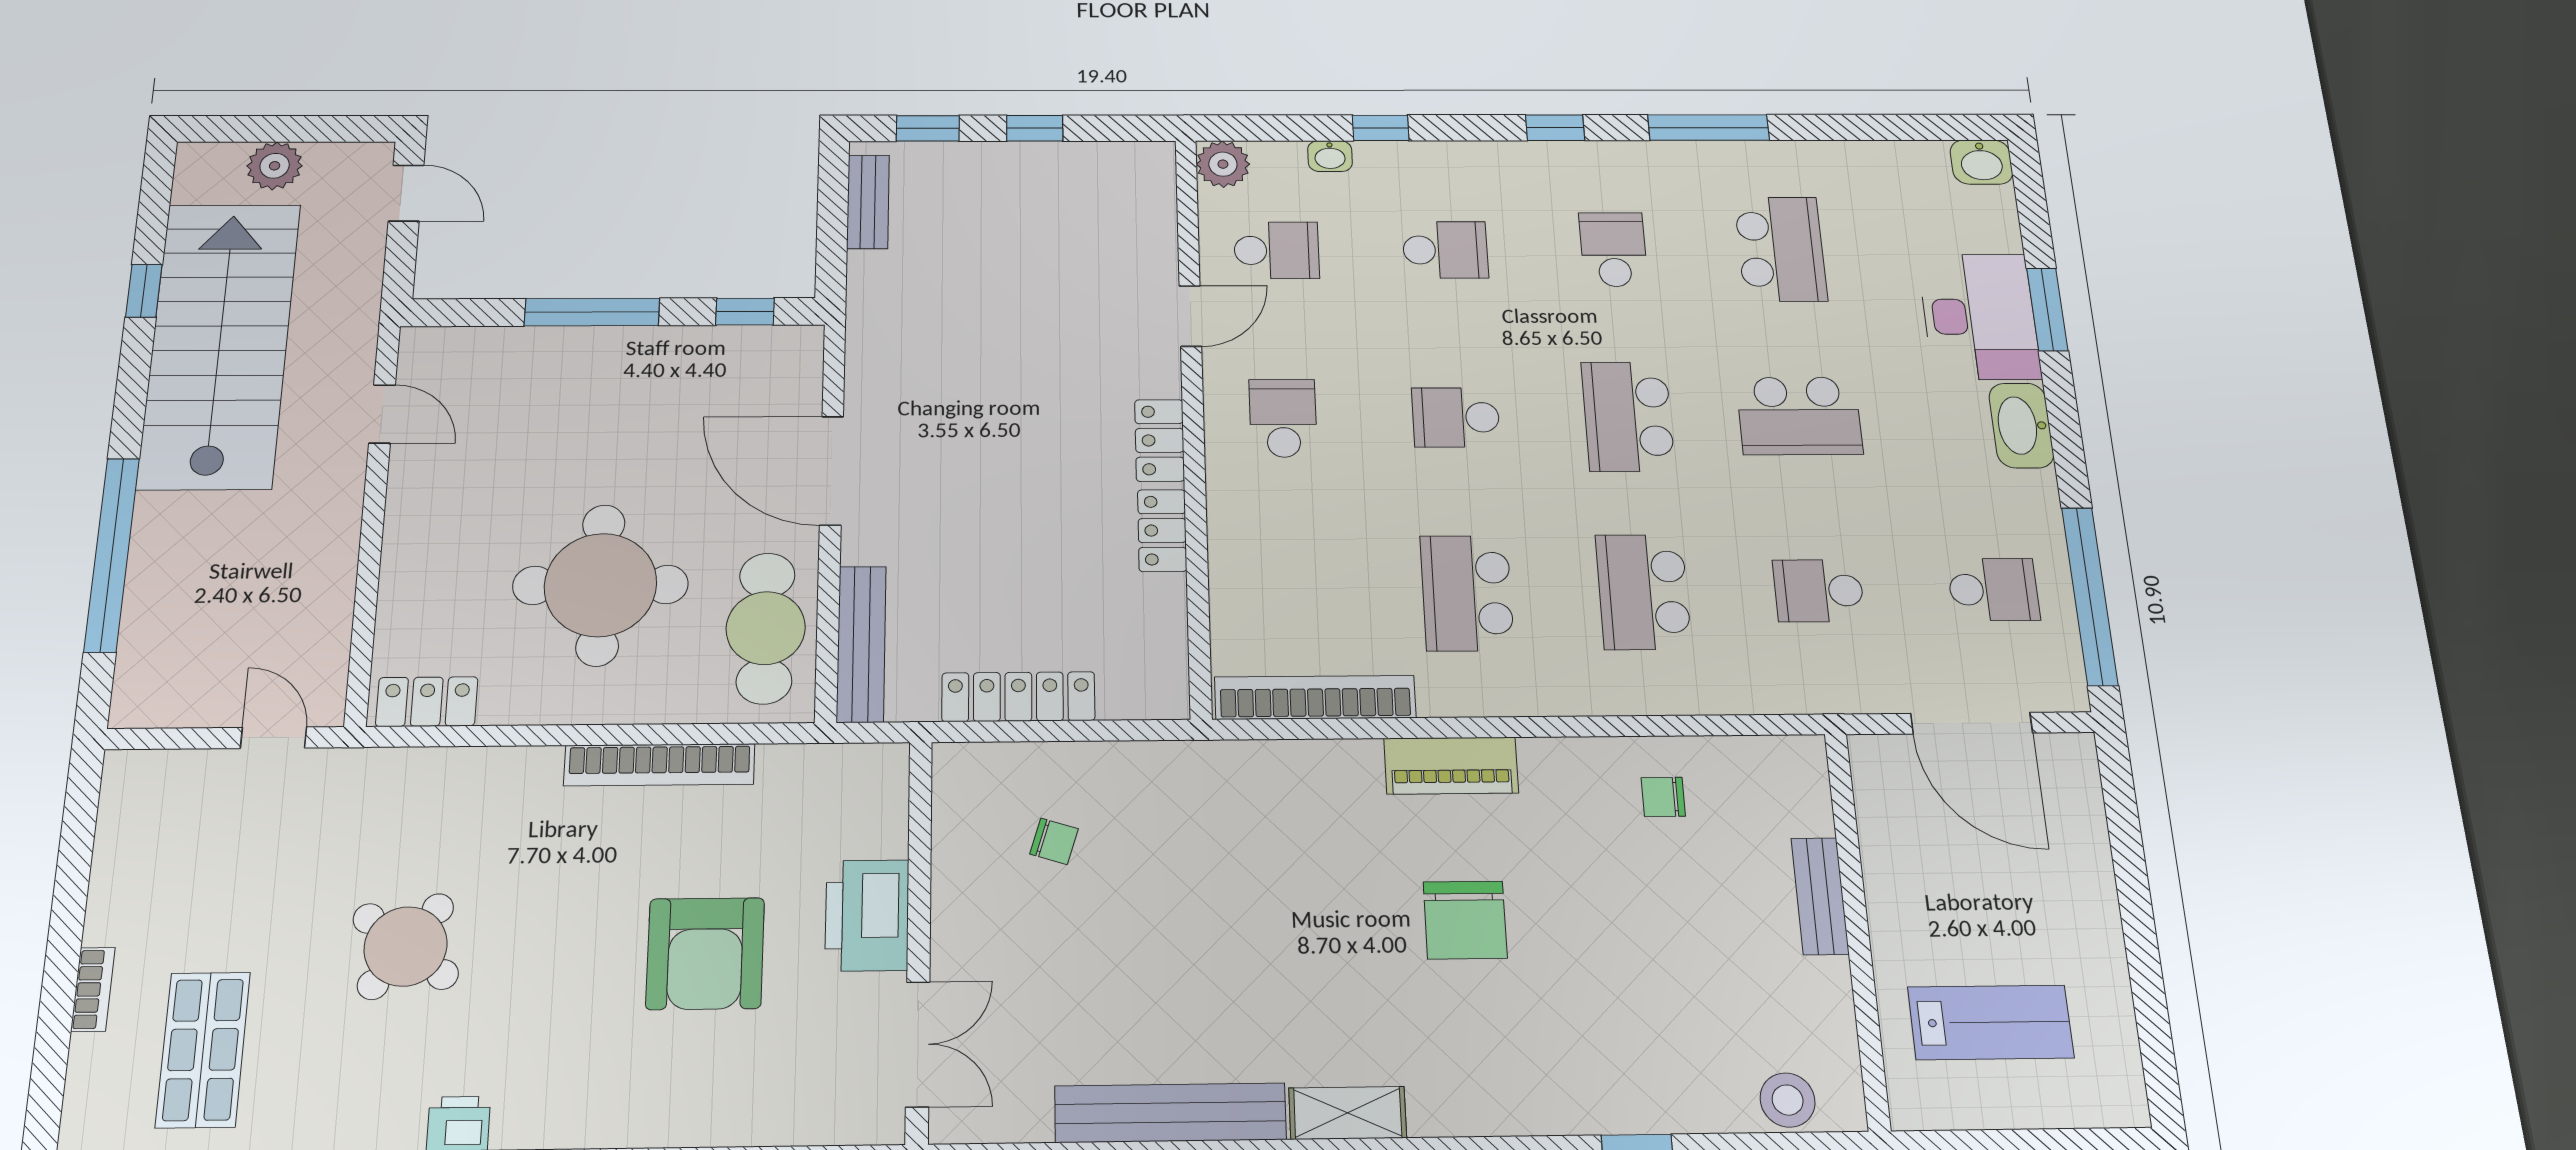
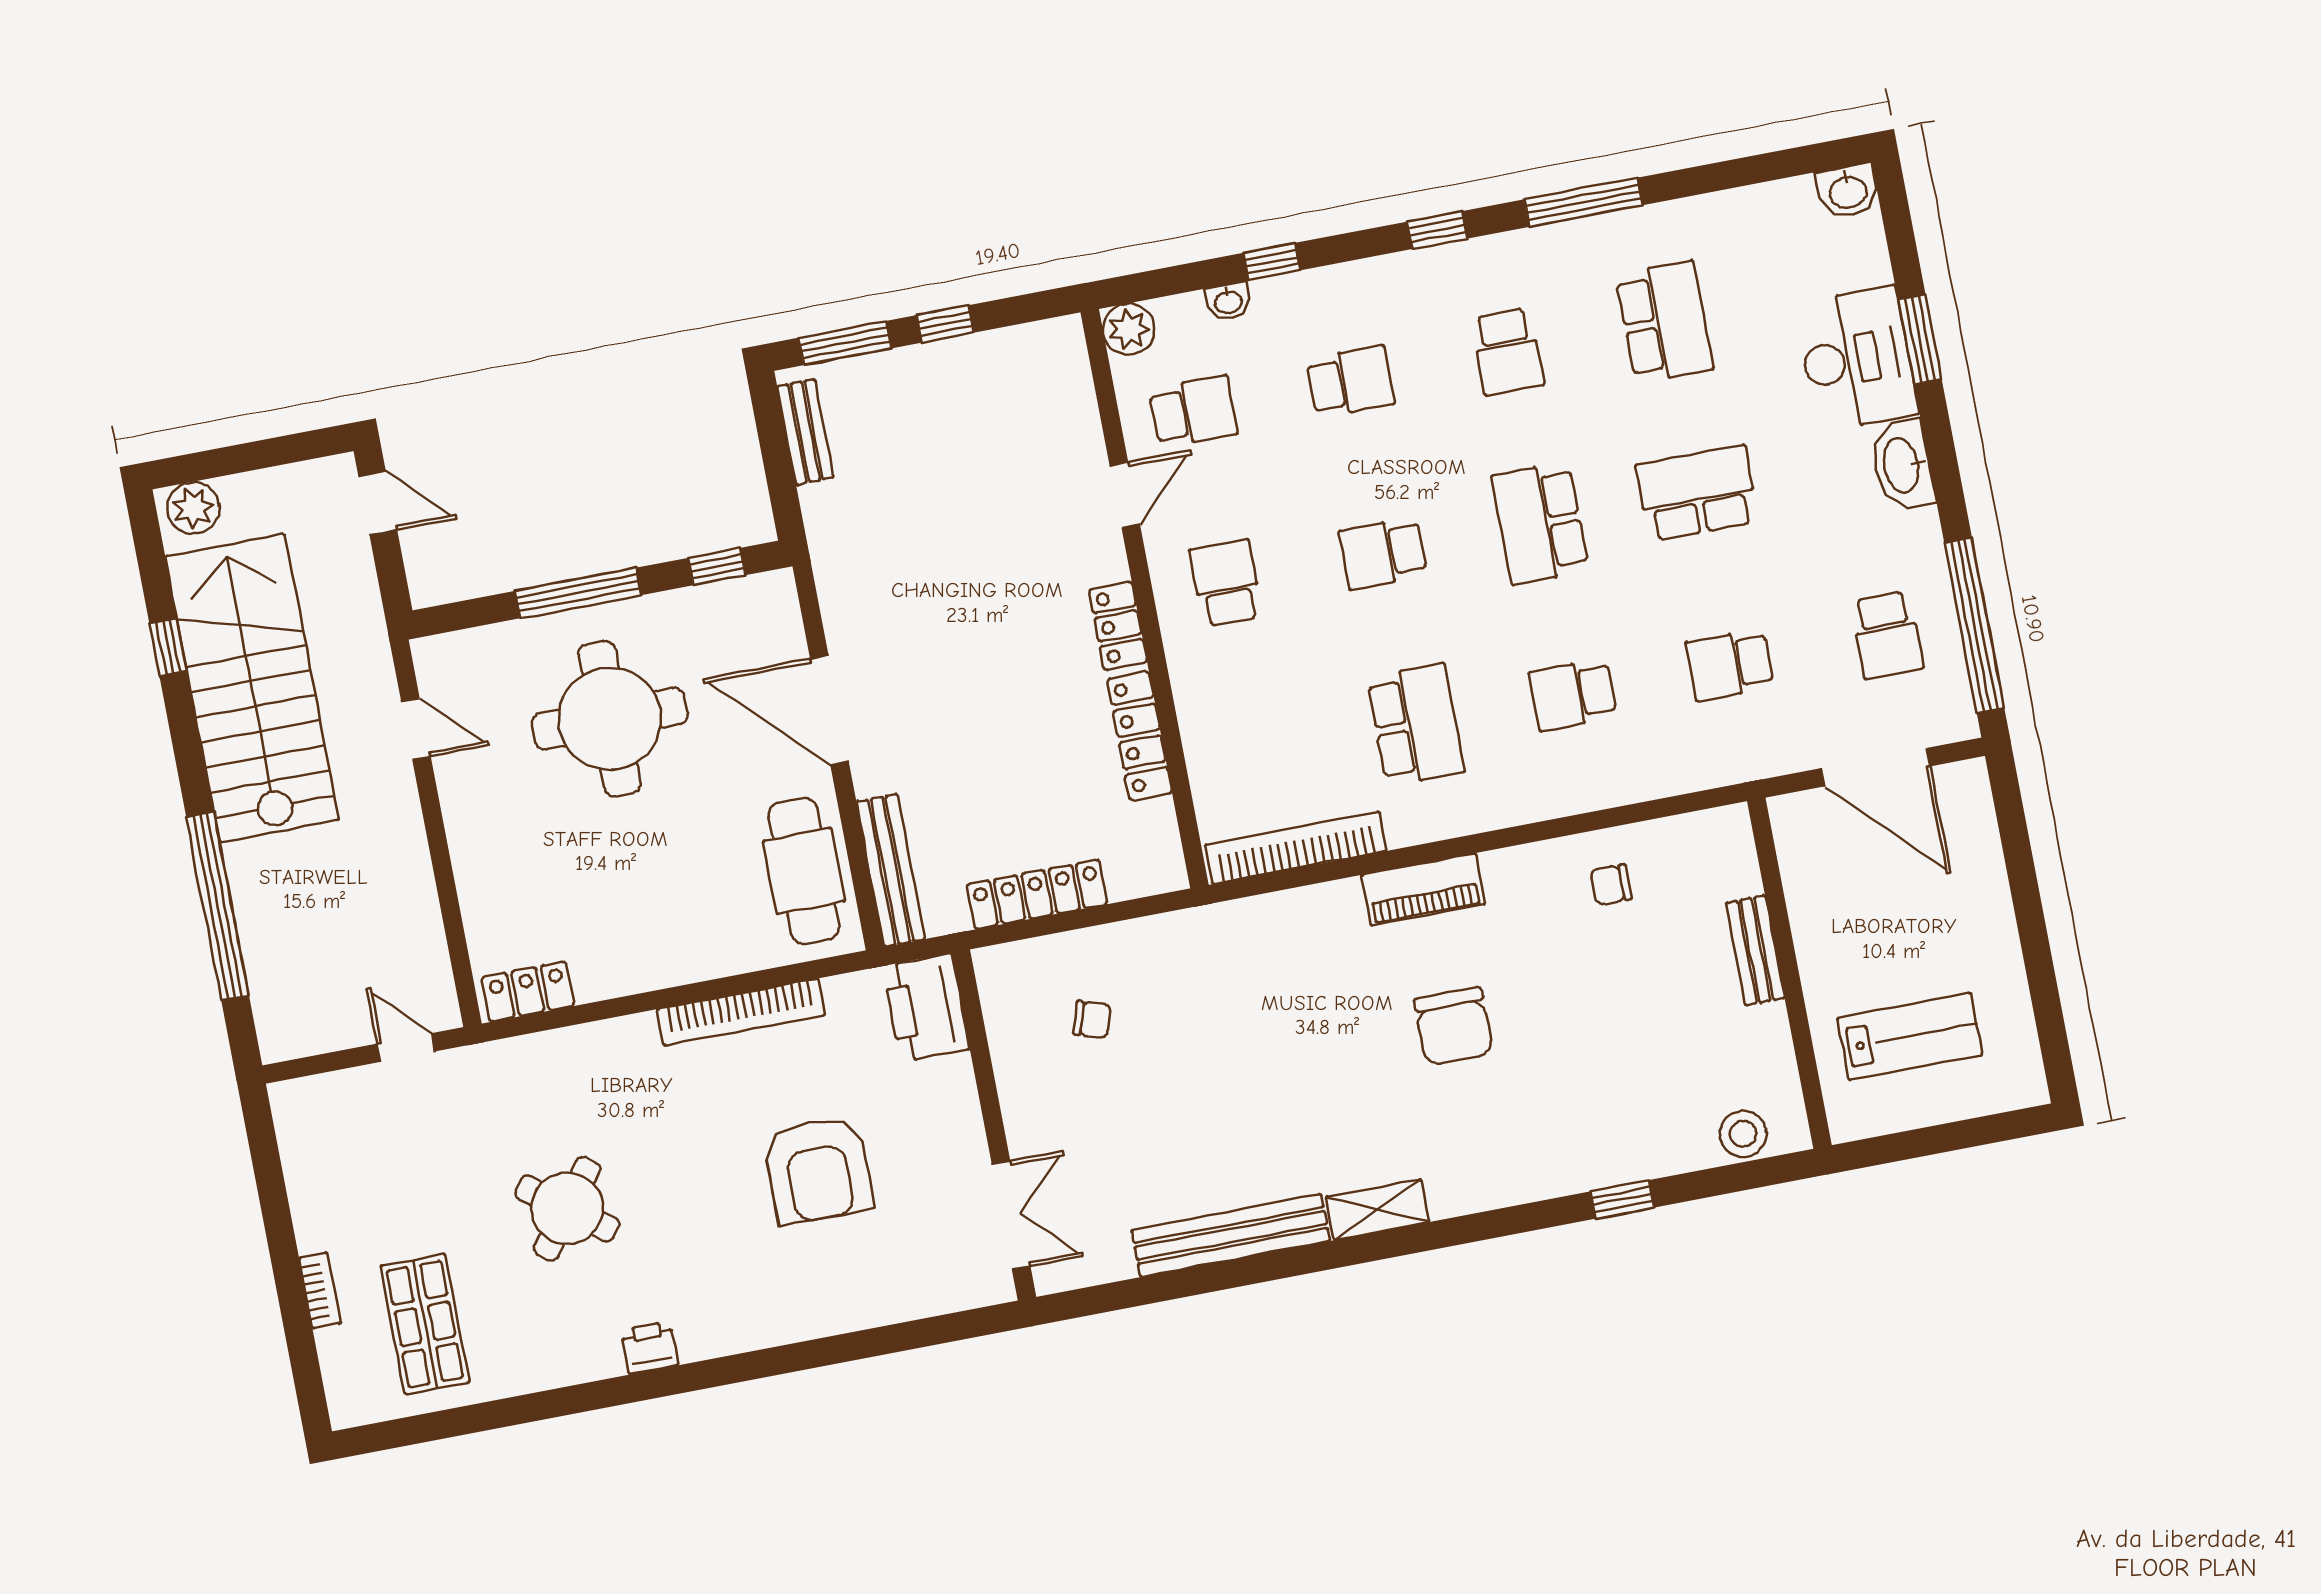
window: (928, 128) -> (845, 343), width x1.50
plant: (275, 166) -> (193, 508), moved
school desk: (1613, 249) -> (1507, 352), turned 180
school desk: (1799, 416) -> (1697, 493), turned 180
locker: (1162, 531) -> (1139, 736), width x1.53
round table: (600, 585) -> (610, 719), moved
school desk: (1993, 589) -> (1887, 635), turned 90
school desk: (1643, 592) -> (1573, 695), width x0.54
school desk: (1467, 593) -> (1416, 725), turned 180
printer: (867, 915) -> (926, 1008), moved

